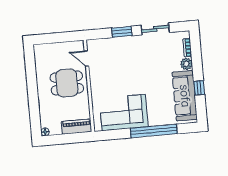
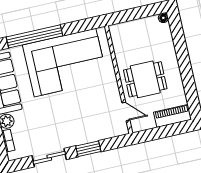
corner sofa: (124, 112) -> (65, 63), width x1.36, depth x1.36
piano: (77, 127) -> (172, 116), moved, turned 180

